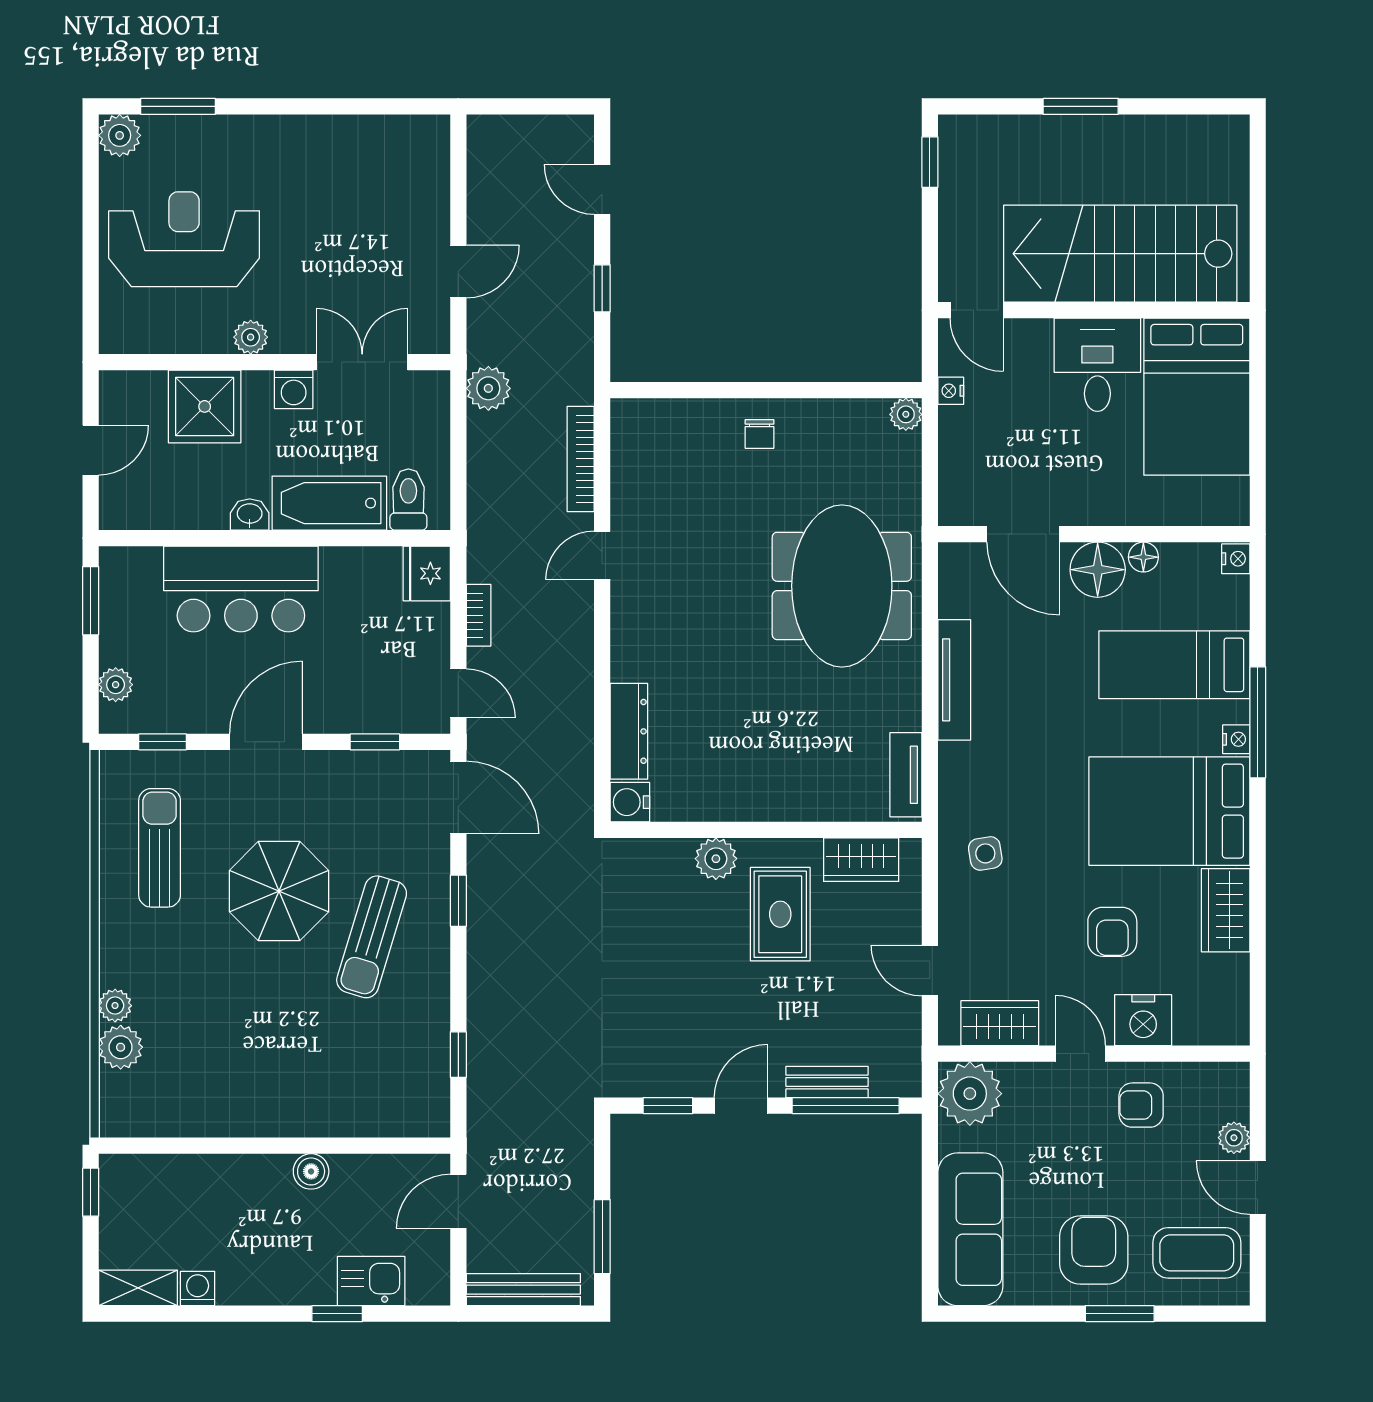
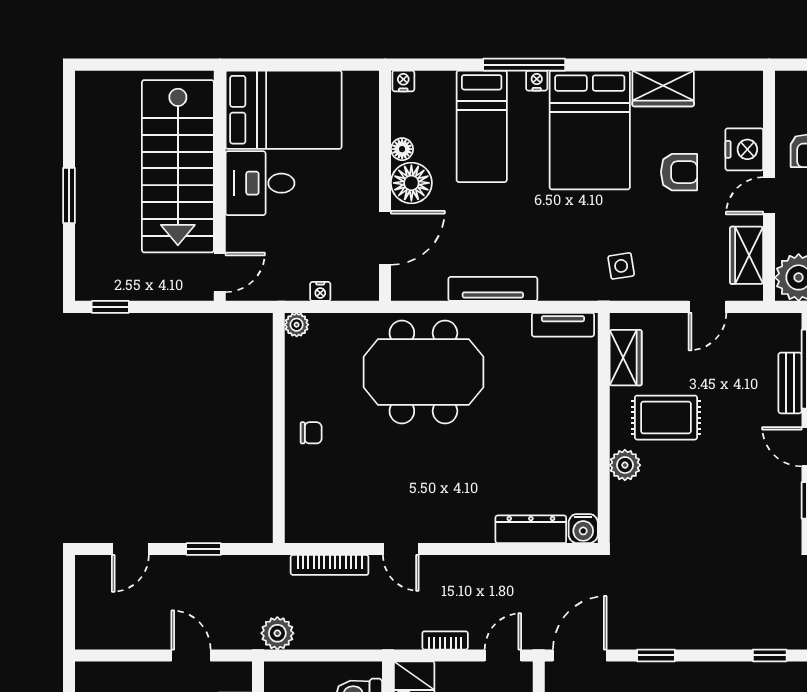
nightstand: (951, 391) -> (320, 291), moved

